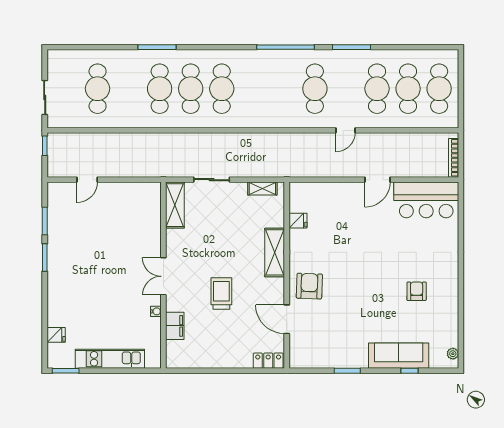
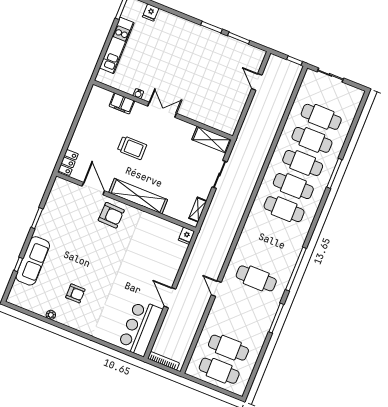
cafe table: (377, 89) -> (312, 140), moved
fridge: (298, 221) -> (186, 236), moved
shelving: (275, 252) -> (138, 196), width x1.47
door: (287, 319) -> (93, 189), hinge flipped
plant: (453, 354) -> (51, 315), moved

